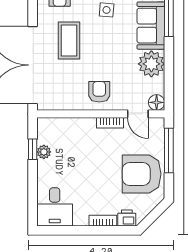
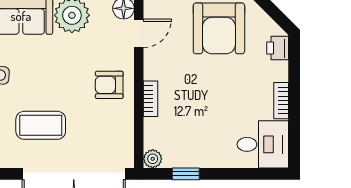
bookcase: (110, 123) -> (151, 99), moved
plant: (44, 152) -> (153, 159), moved
bookcase: (103, 221) -> (281, 101), moved

